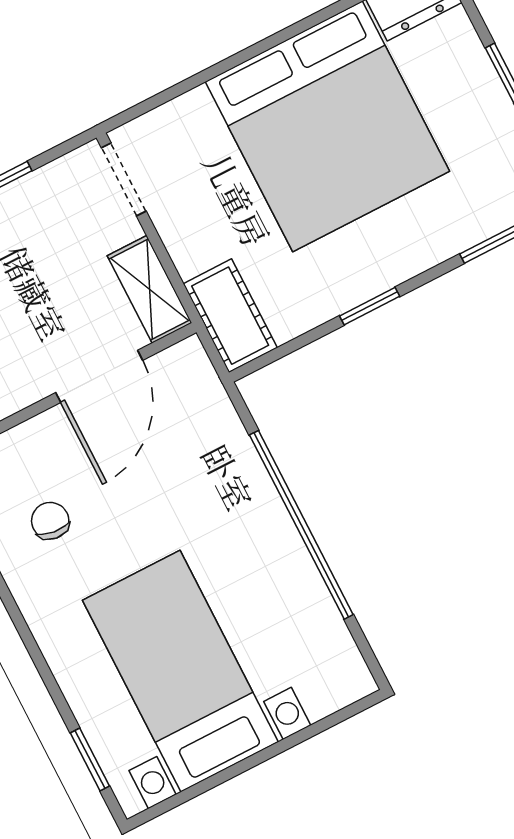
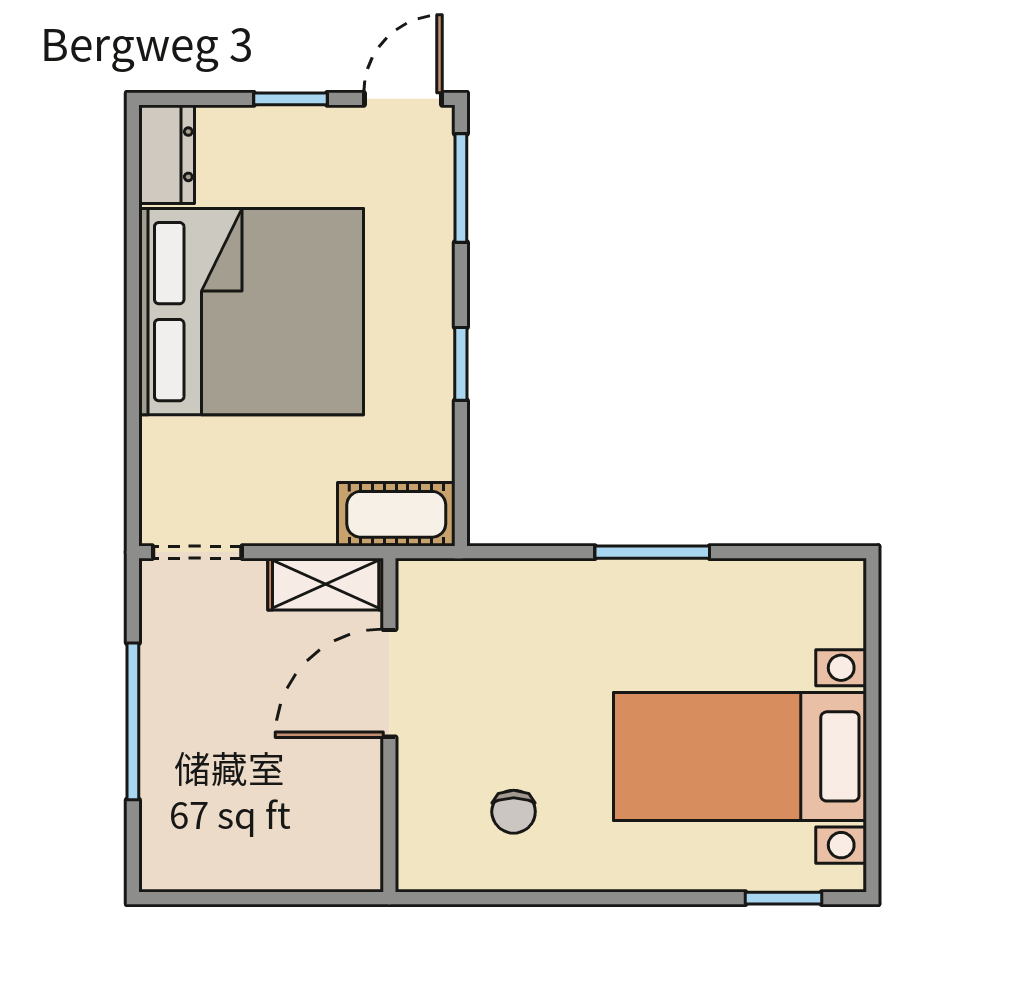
door: (99, 376) -> (389, 683), swing flipped
chair: (50, 521) -> (514, 812), turned -97
window: (301, 525) -> (652, 552), width x0.47

